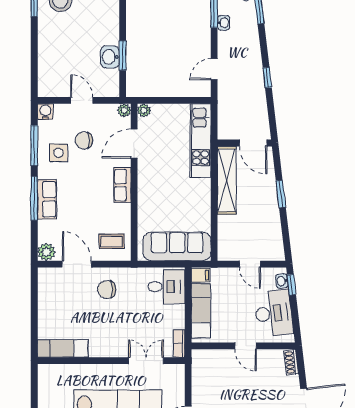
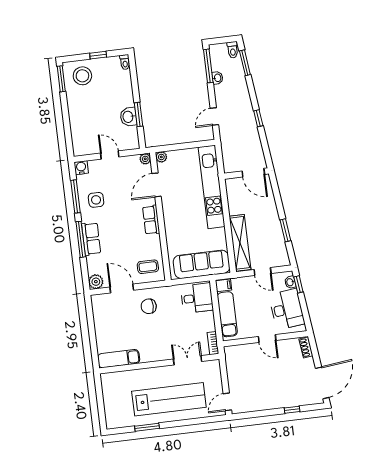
chair: (84, 140) -> (116, 187), removed
kitchen unit: (201, 141) -> (212, 187), width x1.36
shelving: (227, 180) -> (240, 243), moved
window: (281, 194) -> (285, 230), moved

